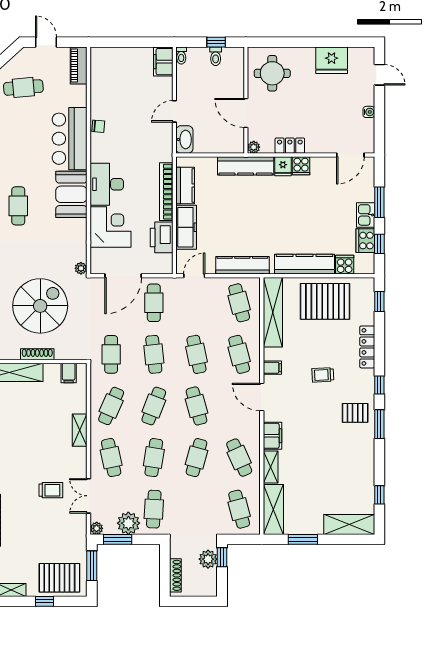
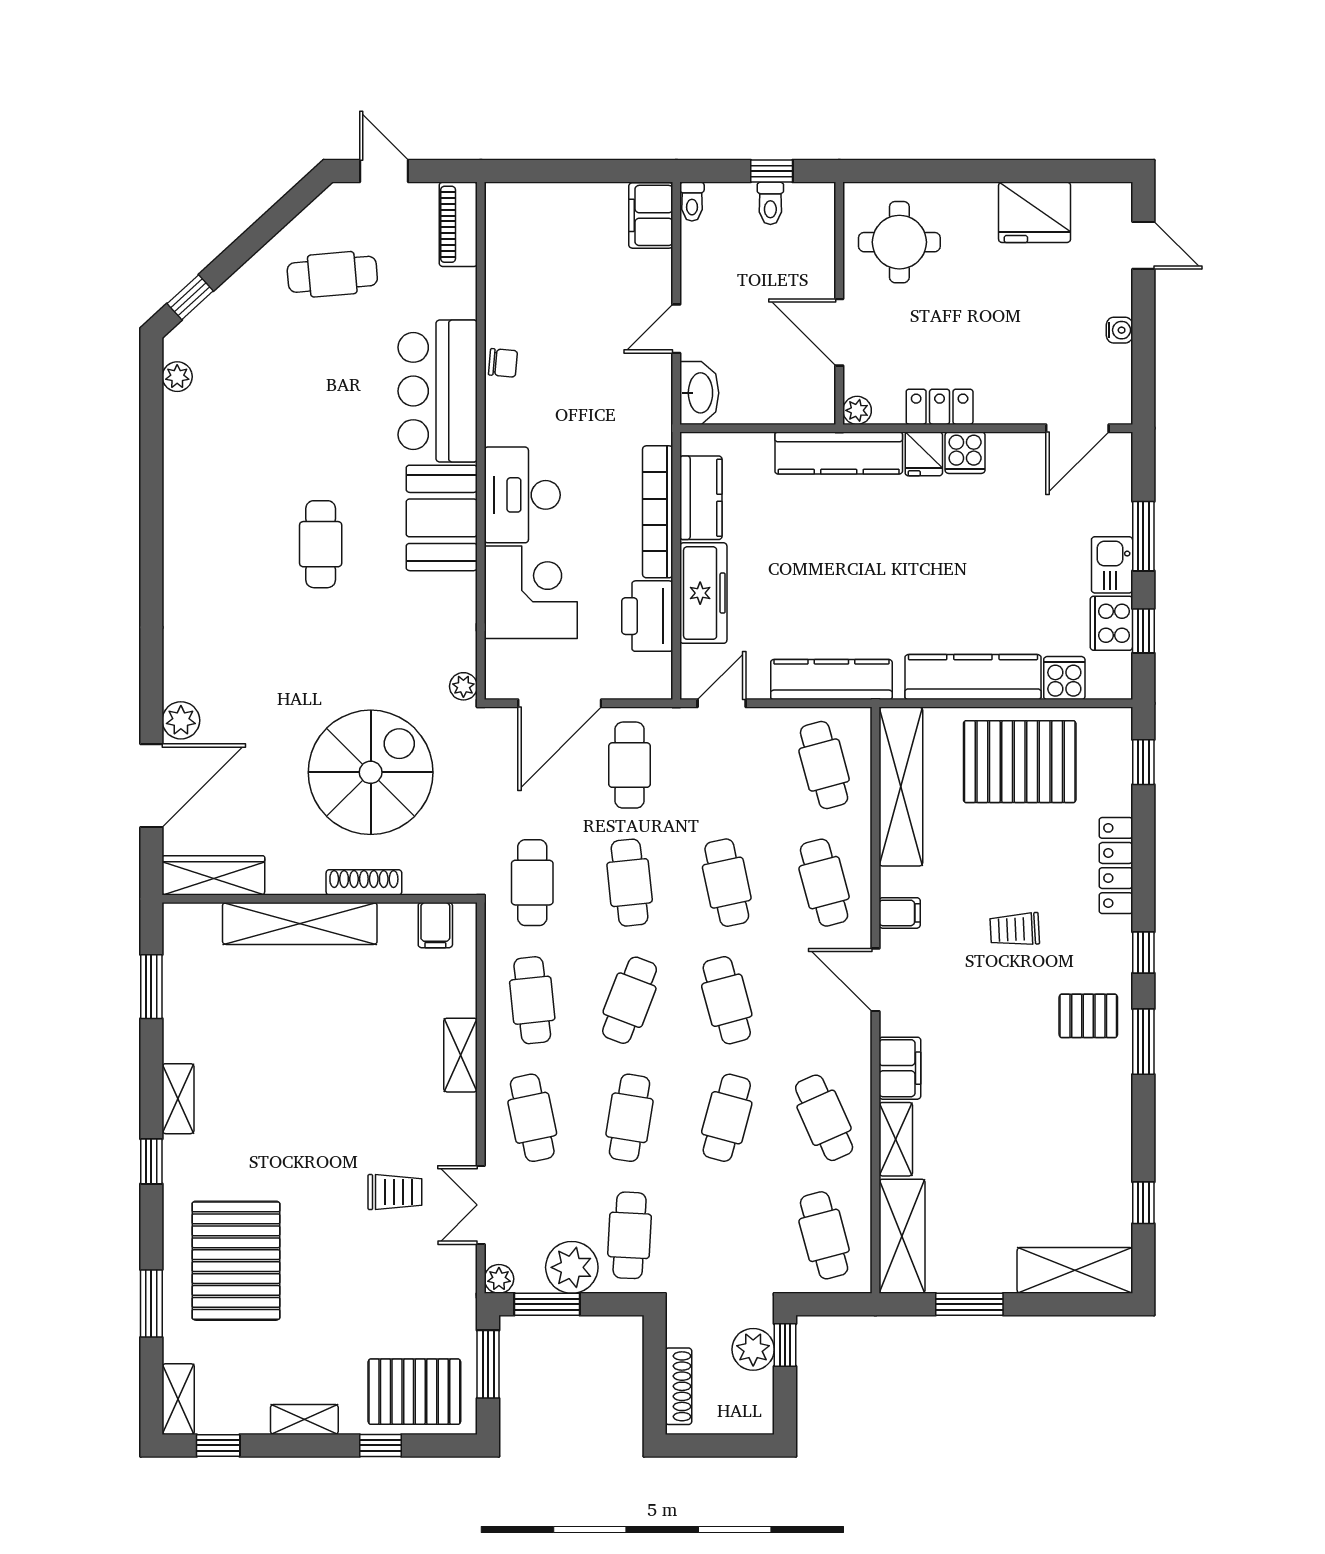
cafe table: (111, 406) -> (532, 1000), turned -30

